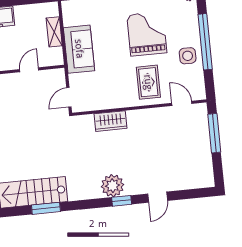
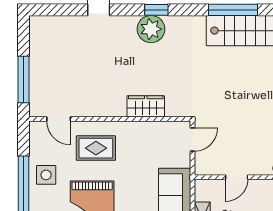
rug: (148, 82) -> (96, 148), turned 90
window: (122, 201) -> (156, 10), moved
window: (46, 208) -> (233, 10), width x1.44

